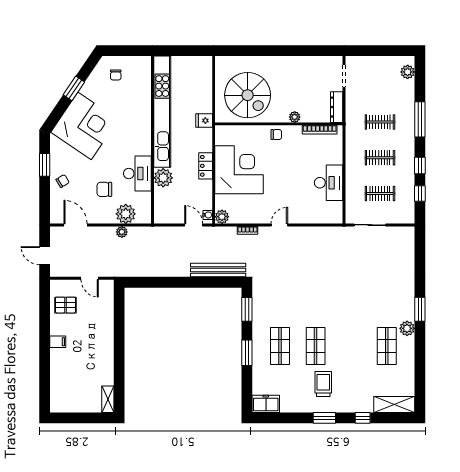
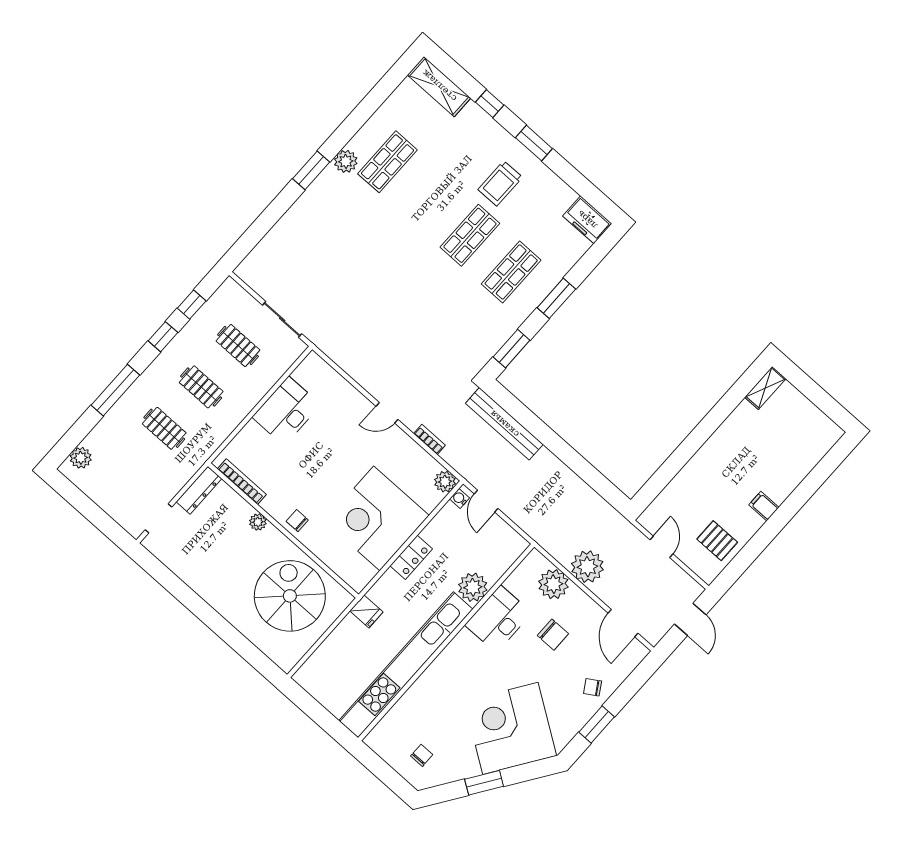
plant: (122, 232) -> (587, 567), width x1.88, depth x1.88

